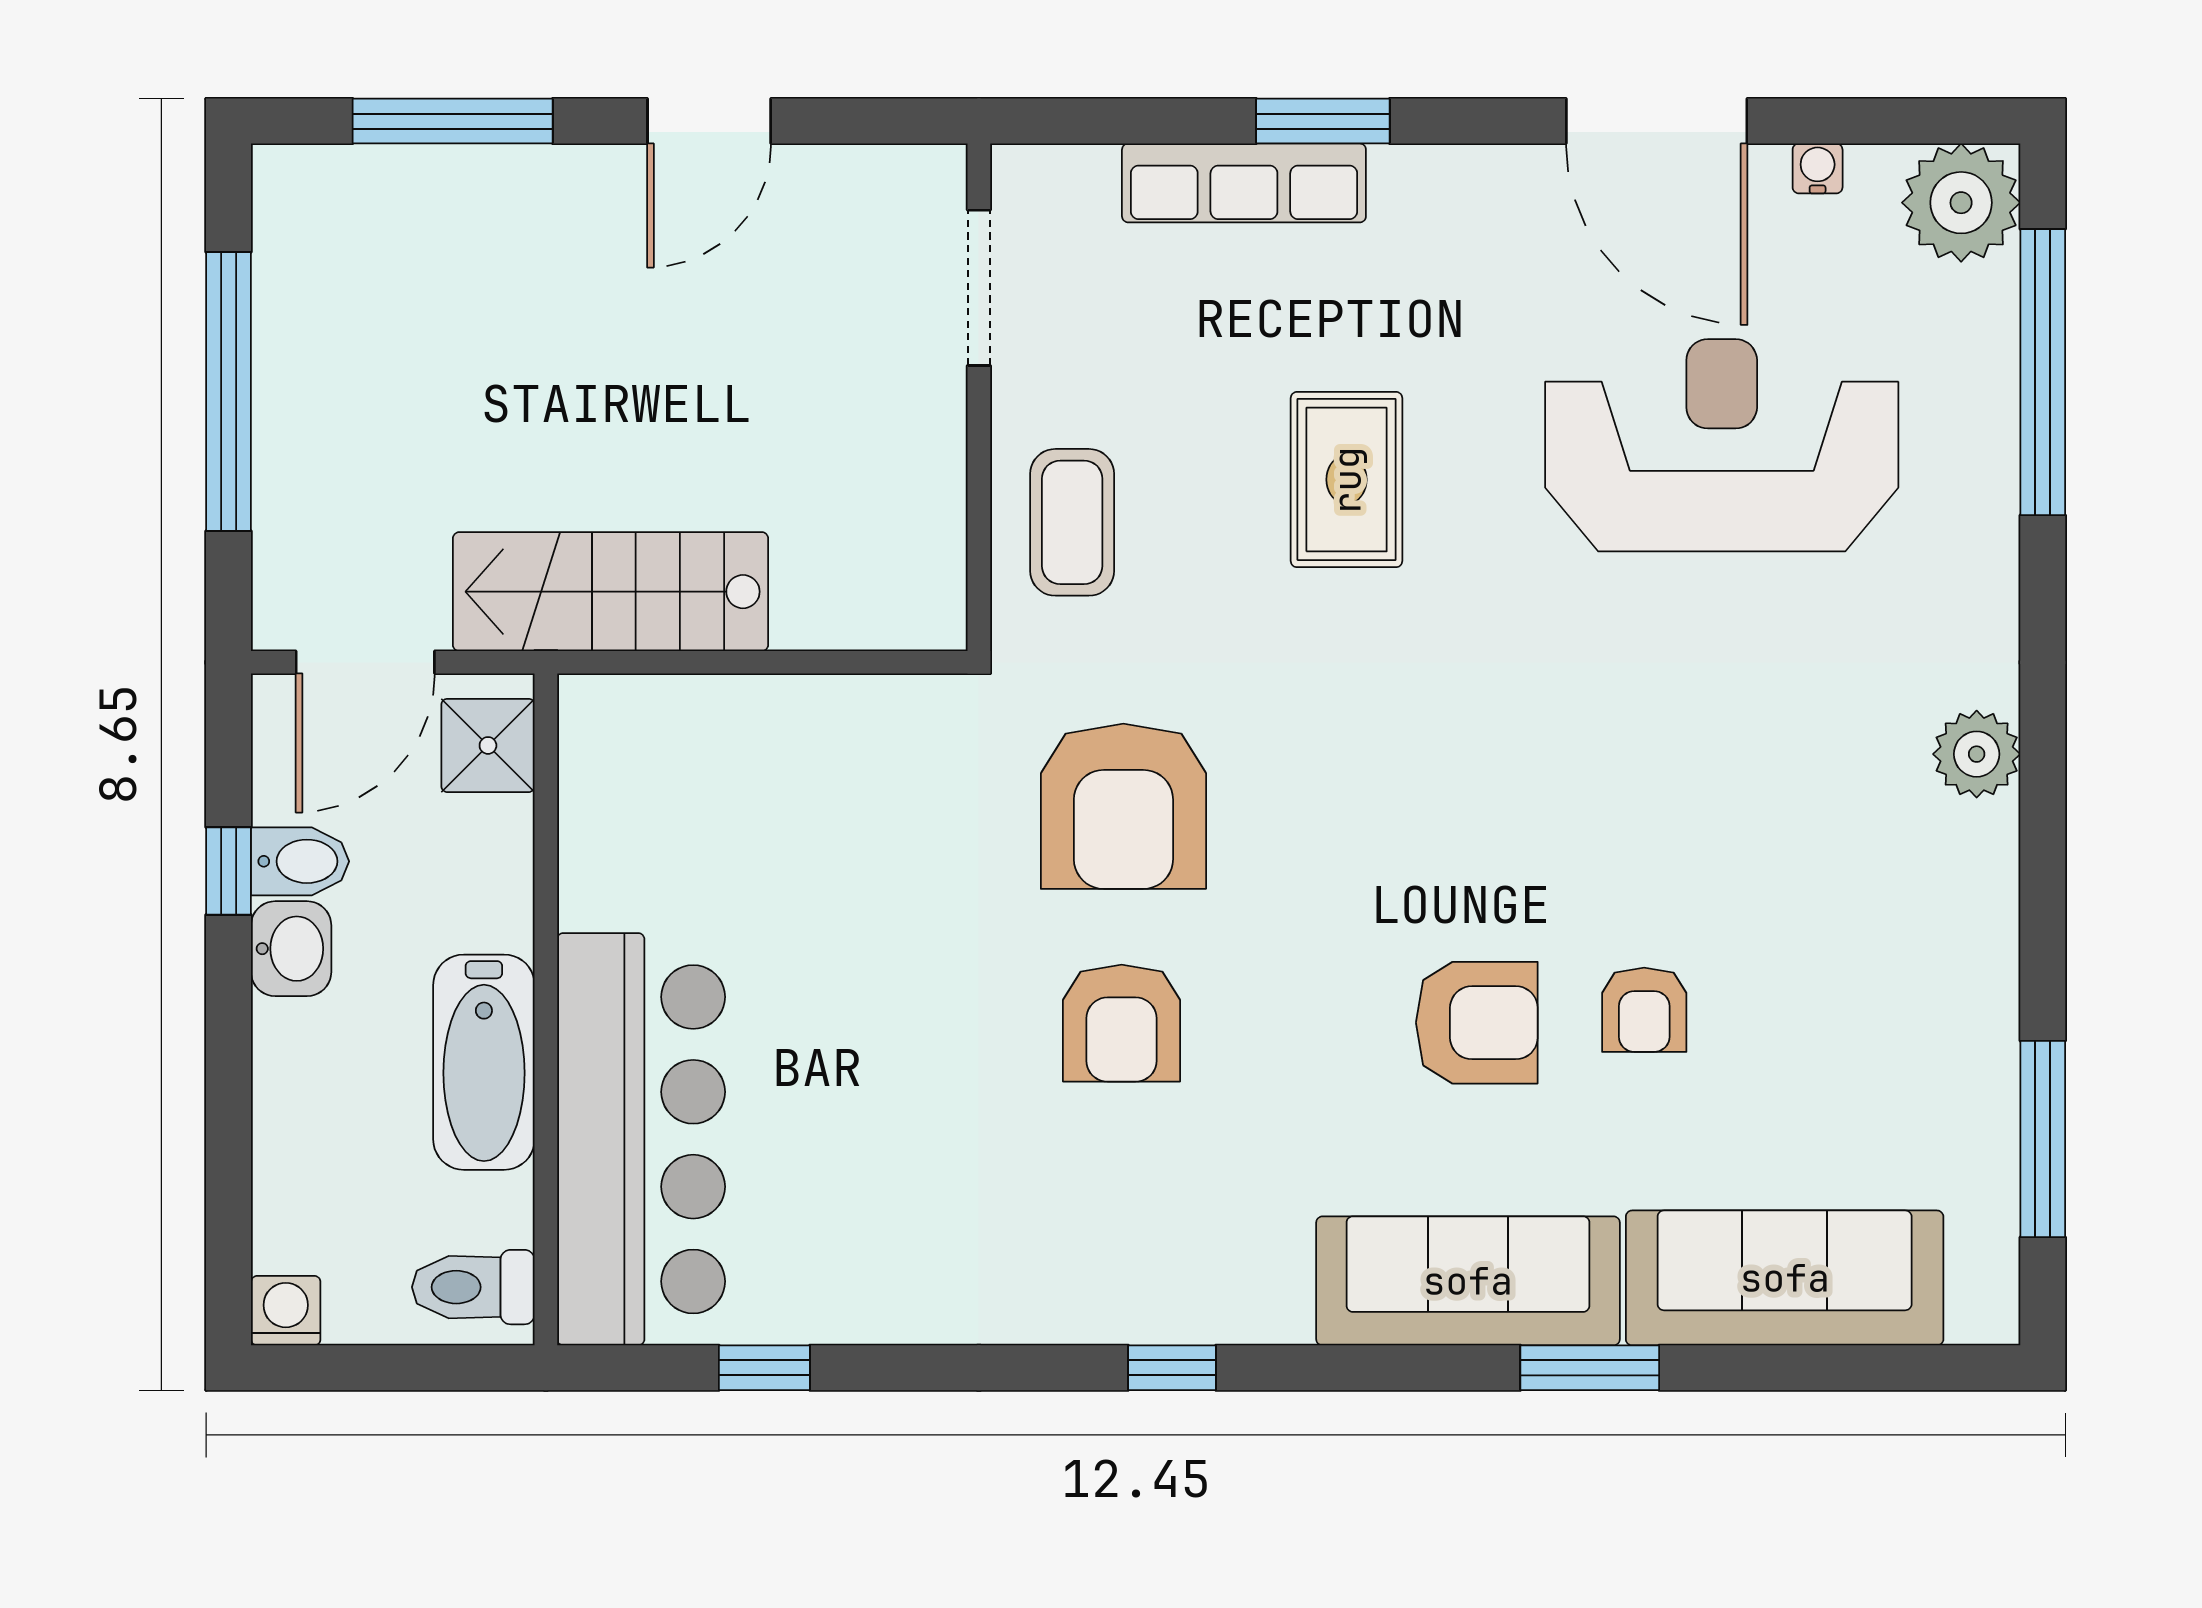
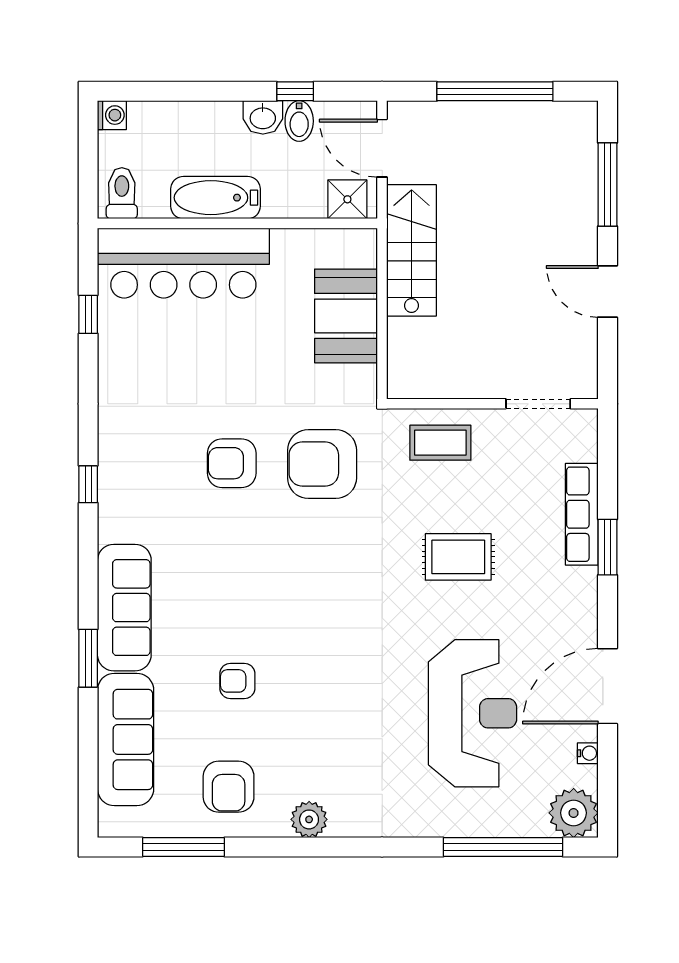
booth: (768, 749) -> (346, 316), added
plant: (1977, 754) -> (309, 819), moved
armchair: (1477, 1023) -> (229, 787), moved

